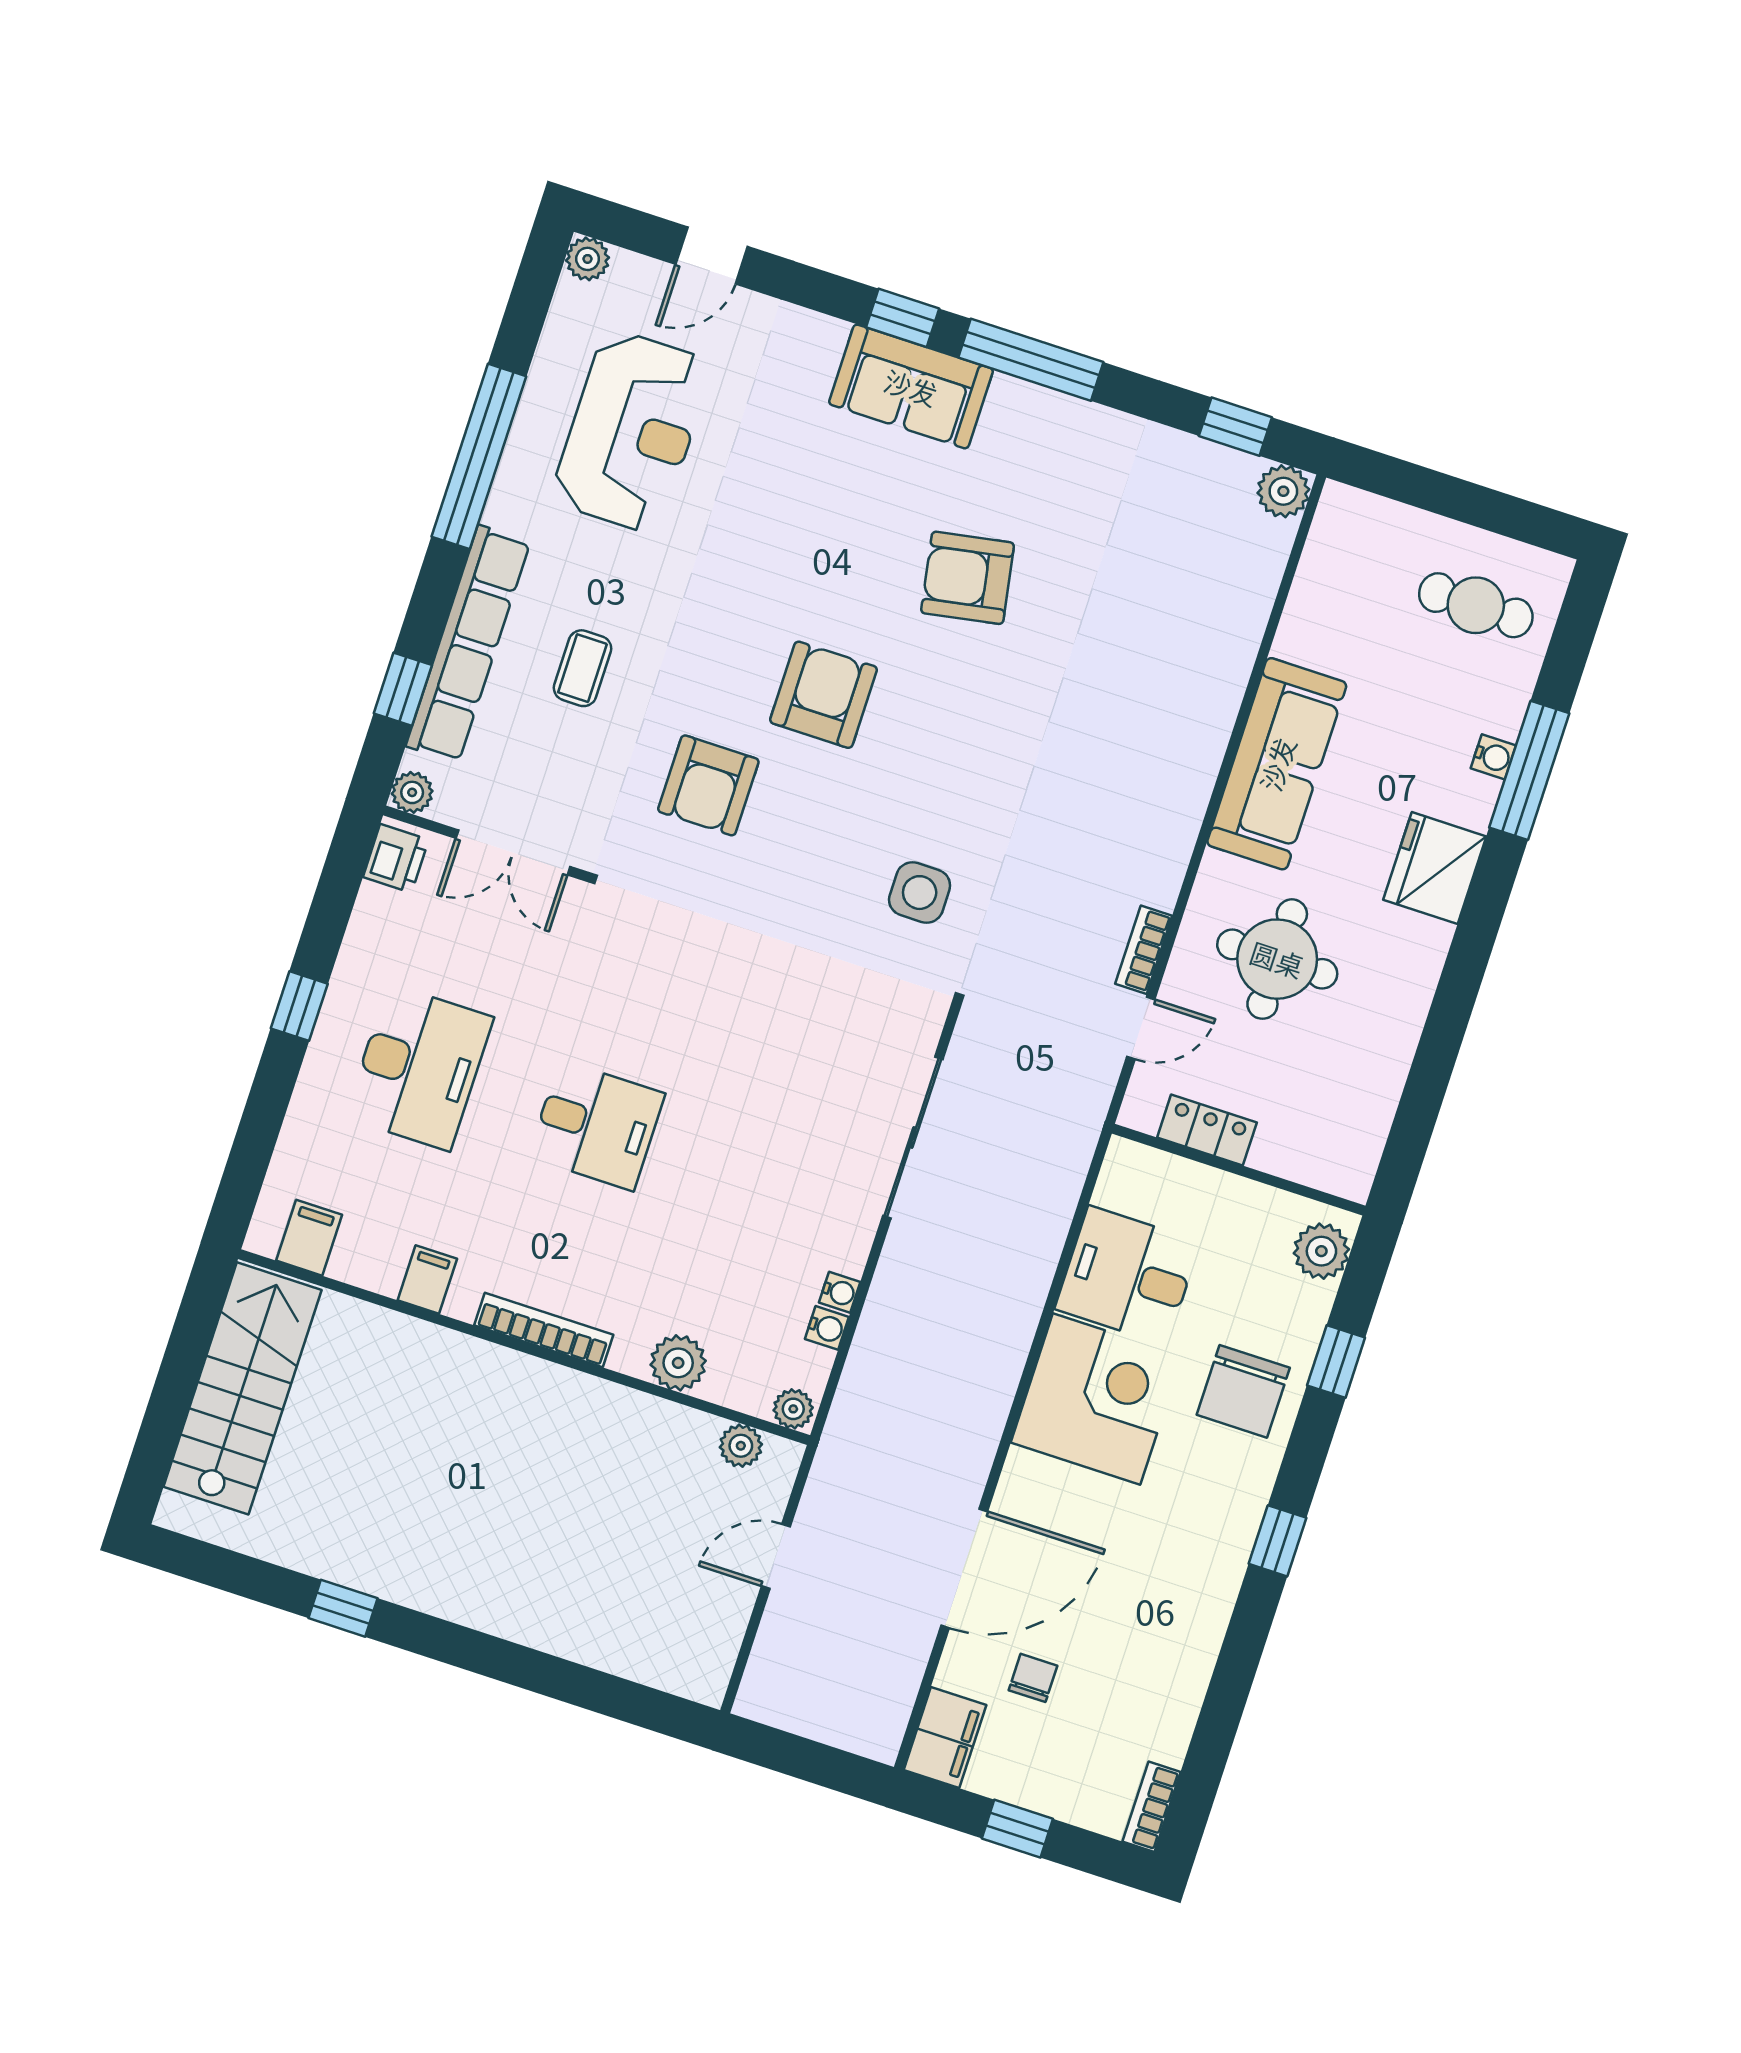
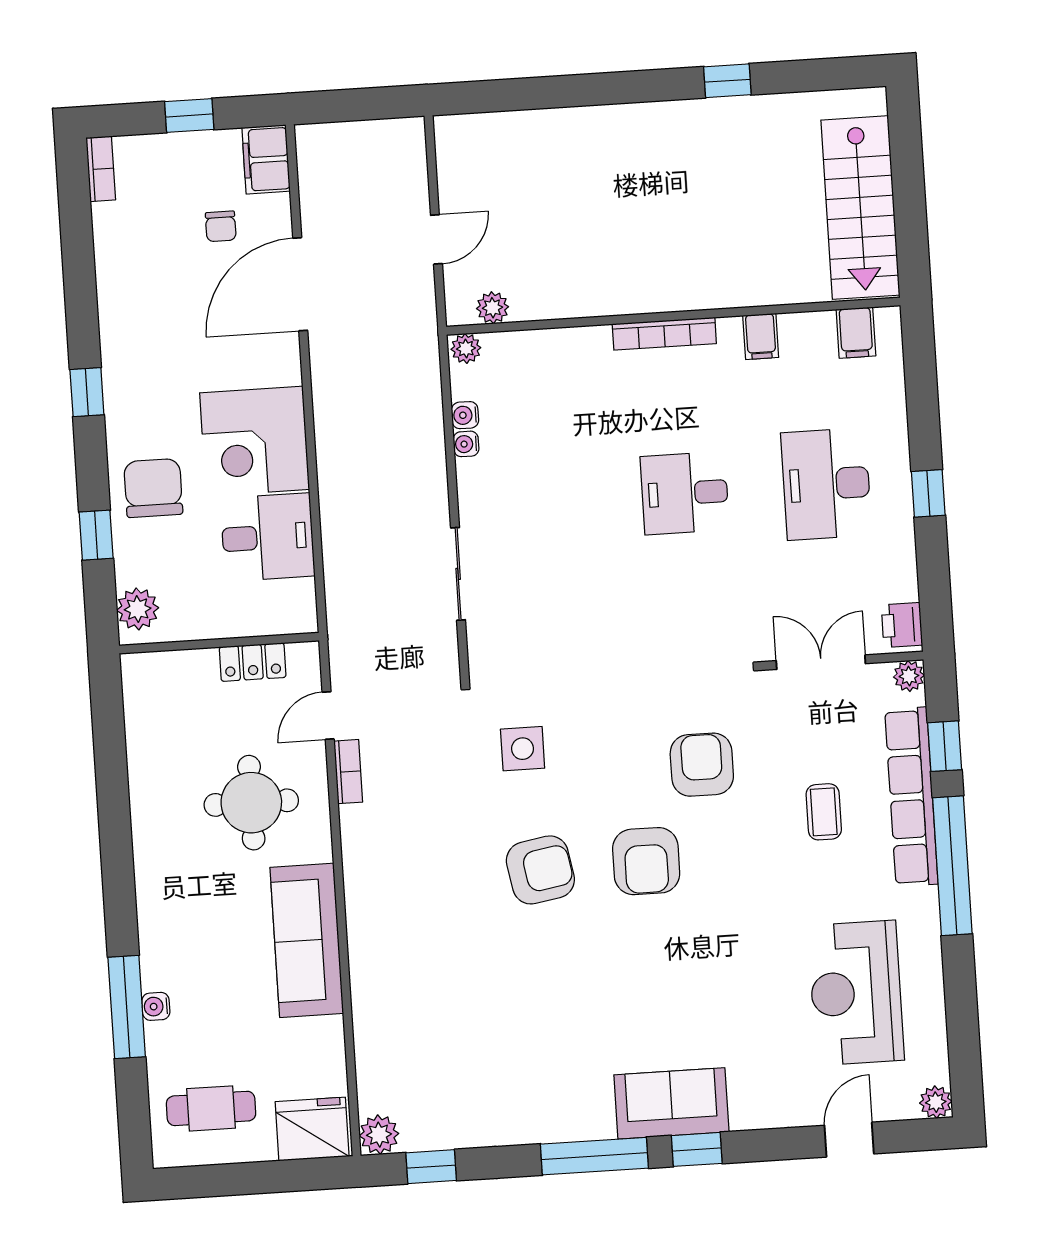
window: (479, 456) -> (952, 866), moved
armchair: (968, 578) -> (540, 870), moved
fridge: (1435, 868) -> (312, 1129), moved, turned -90
sliding door: (913, 1137) -> (458, 574), width x0.73
plant: (678, 1363) -> (560, 349), removed

